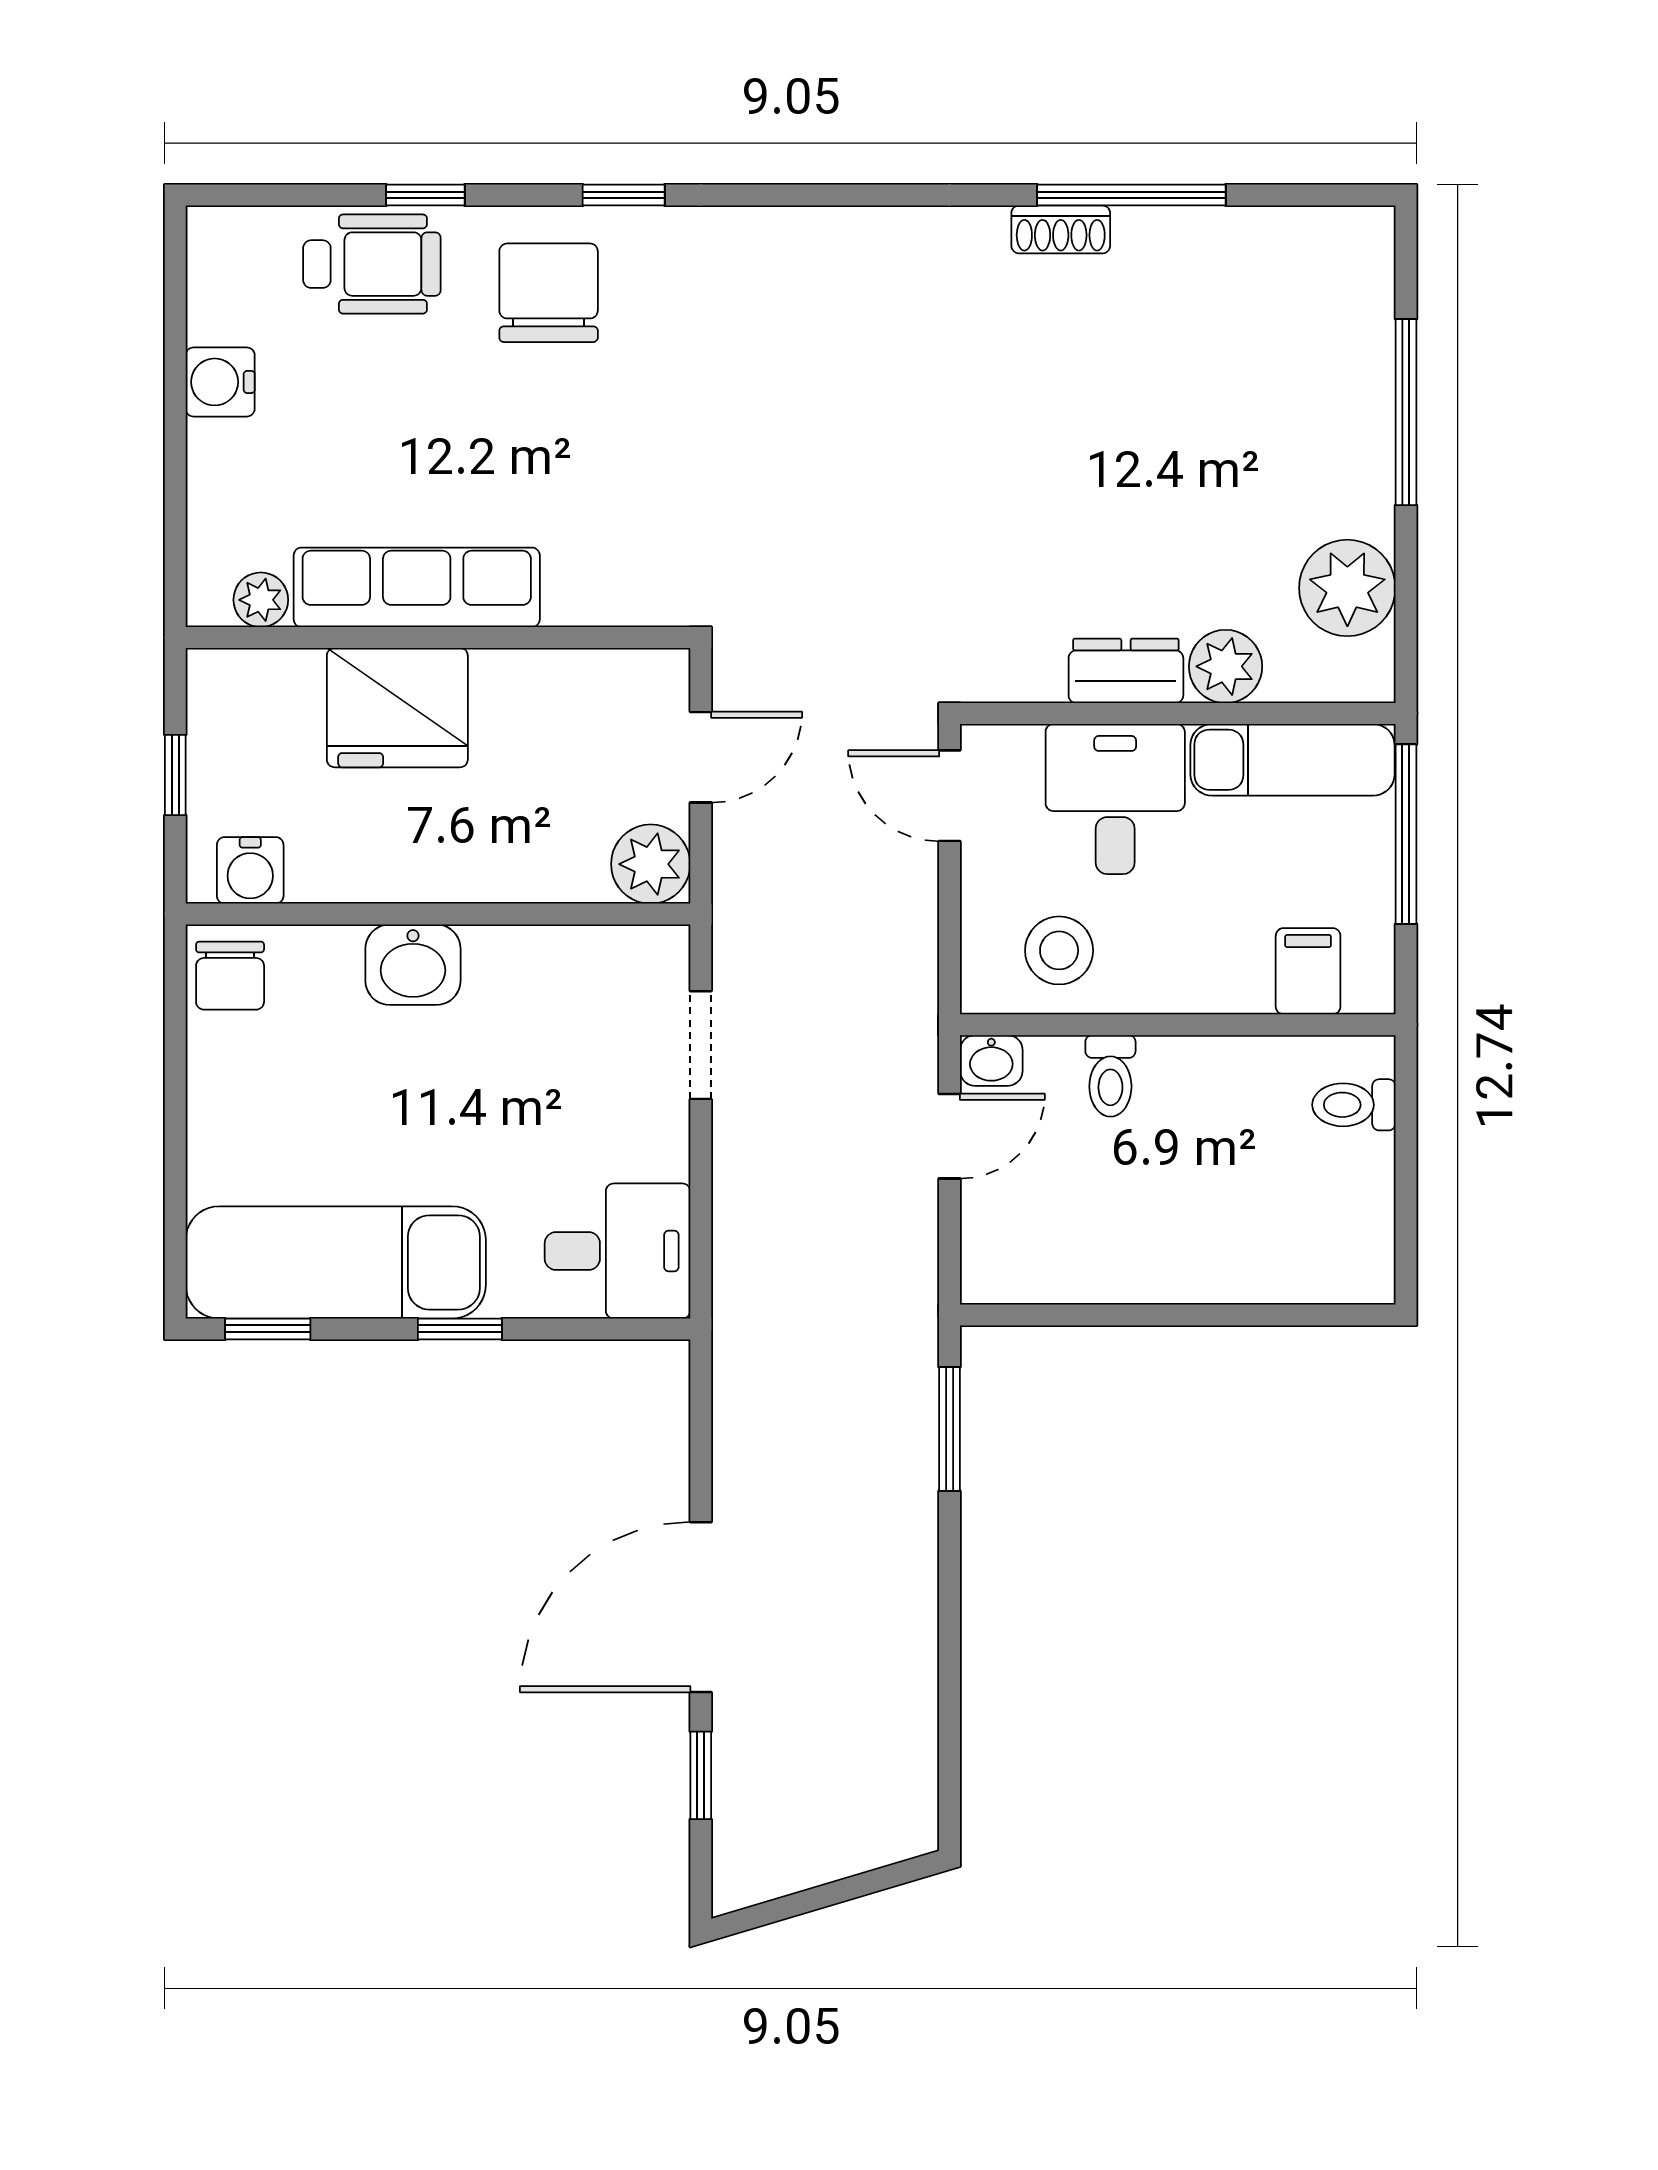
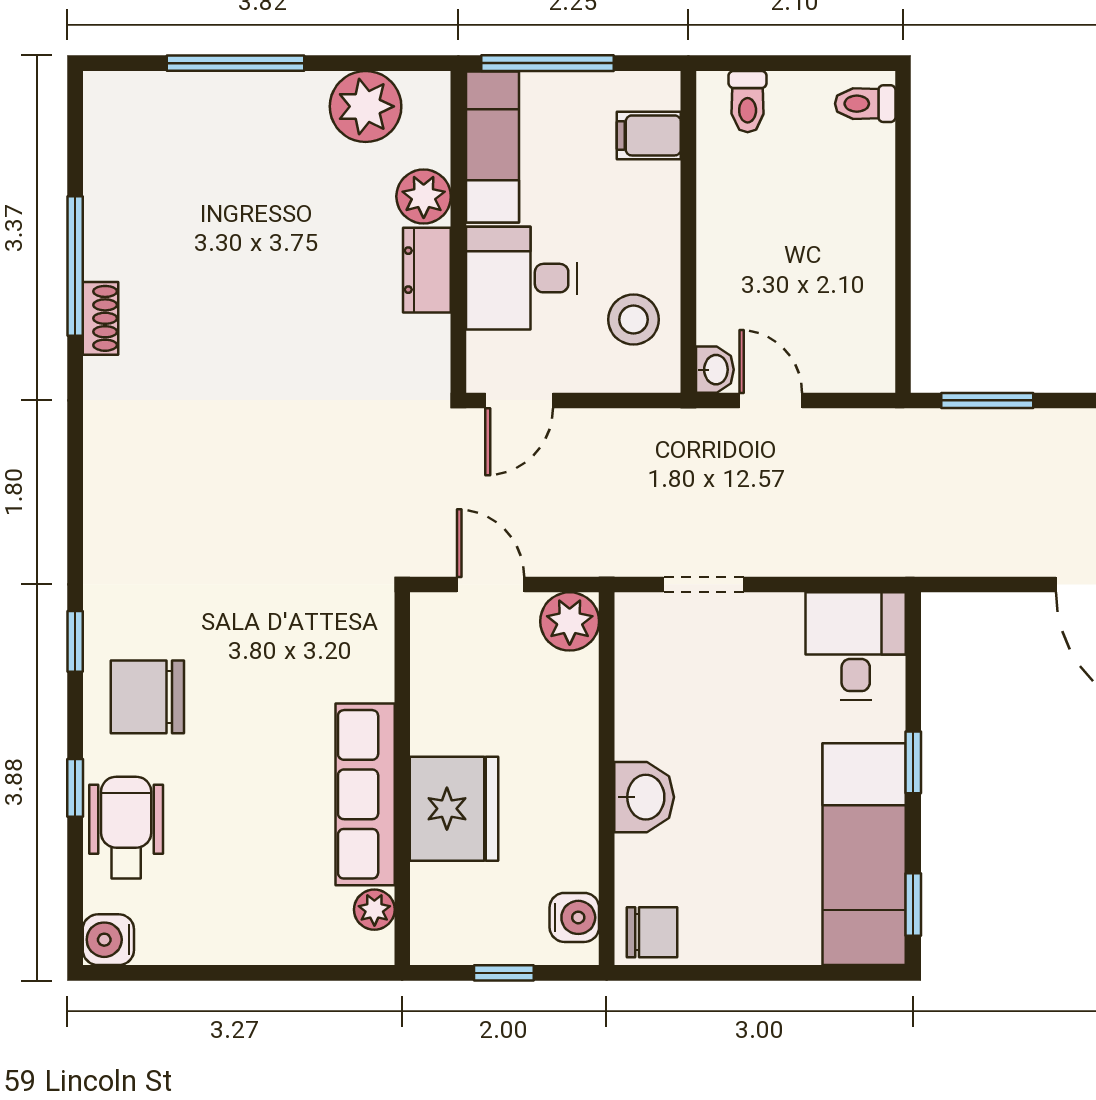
water cooler: (220, 382) -> (108, 940), moved, turned 90
toilet: (1110, 1076) -> (865, 104), moved, turned 180

